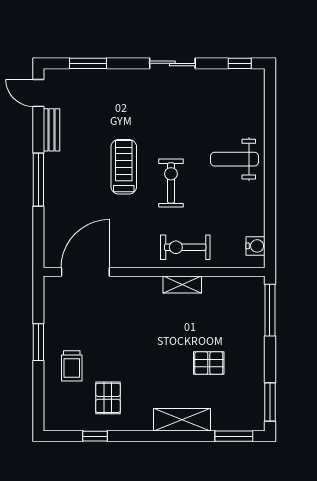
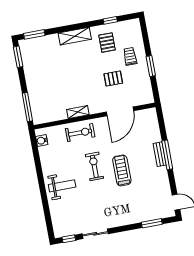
sliding door: (172, 63) -> (95, 234), moved
bench: (51, 130) -> (160, 154), moved
treadmill: (124, 167) -> (122, 170), turned 180
exercise bike: (171, 183) -> (94, 166), turned 180
door: (85, 272) -> (120, 111), moved
pallet: (209, 363) -> (113, 78), moved
shelving: (182, 420) -> (75, 36), moved

